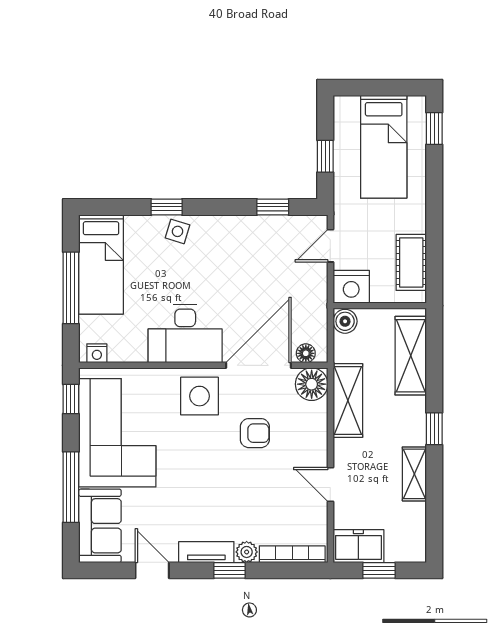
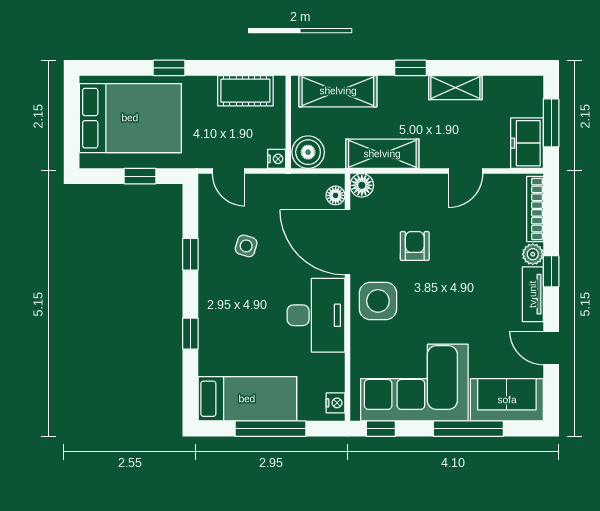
window: (434, 128) -> (169, 68), moved
bed: (384, 147) -> (130, 118), width x1.50
window: (273, 207) -> (190, 254), moved
side table: (178, 231) -> (246, 246), moved
nightstand: (351, 287) -> (277, 159), width x0.53, depth x0.56
boiler: (345, 321) -> (308, 152), width x1.36, depth x1.36
floor lamp: (312, 384) -> (362, 185), width x0.73, depth x0.73
door: (152, 570) -> (551, 348), hinge flipped
window: (379, 570) -> (551, 123), width x1.50

